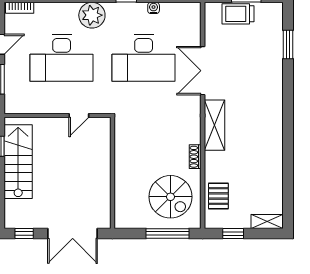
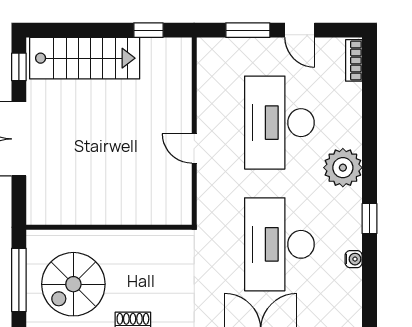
stairs: (18, 162) -> (85, 58), moved
wall: (112, 173) -> (109, 227), moved

